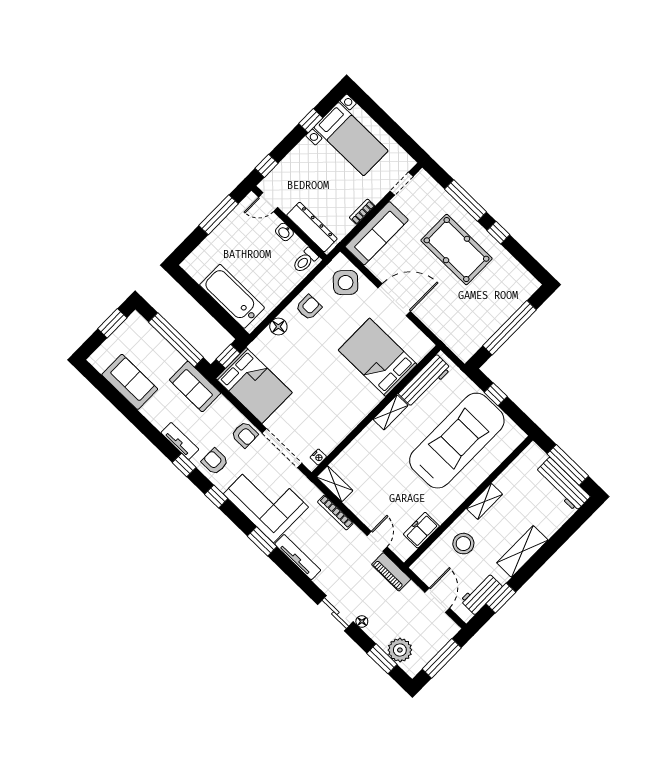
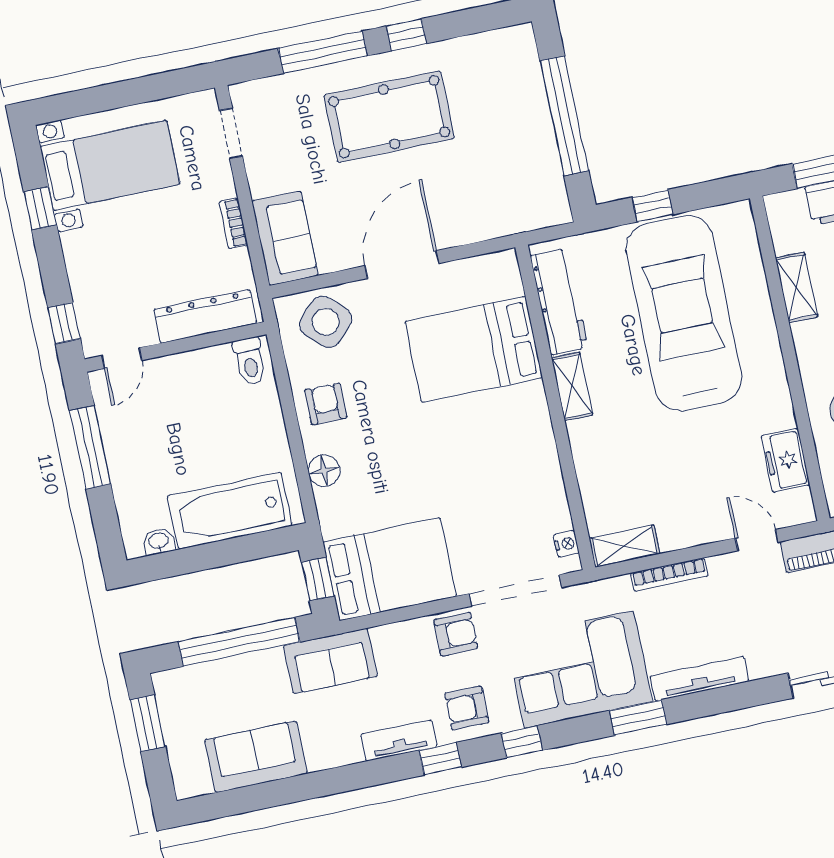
washbasin: (284, 232) -> (159, 541), moved, turned 180
sofa: (377, 233) -> (285, 238), width x0.73
shelving: (485, 501) -> (797, 287), moved

